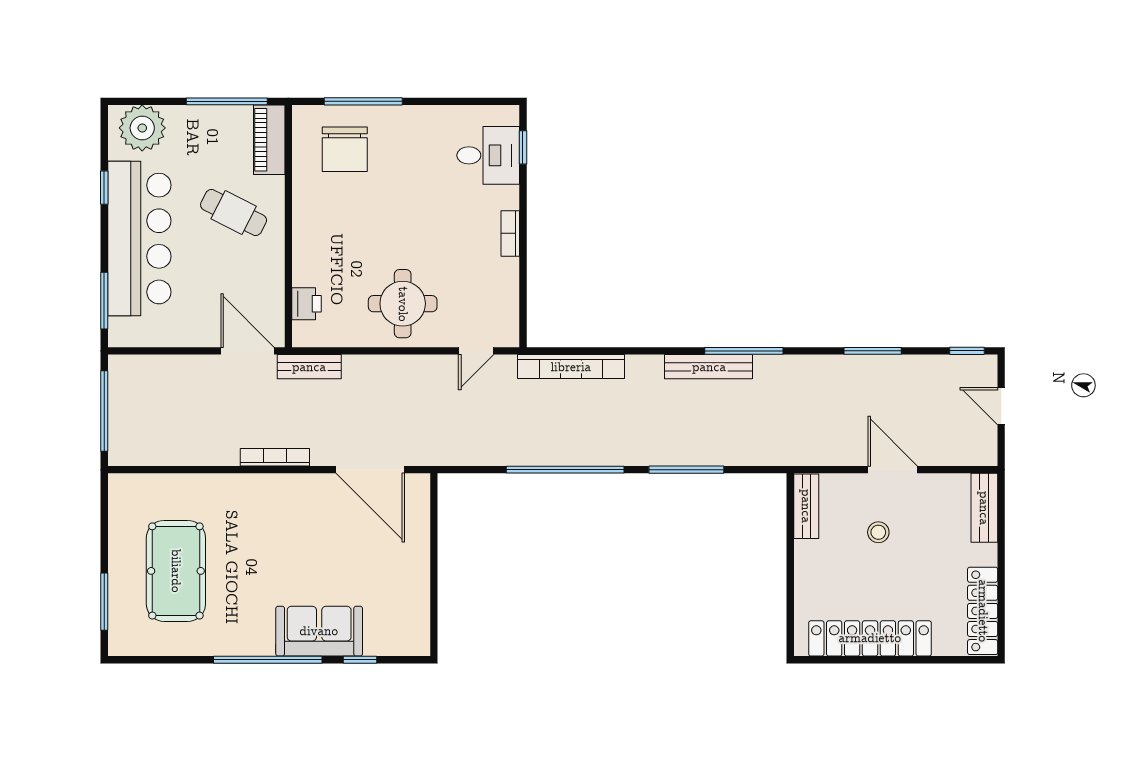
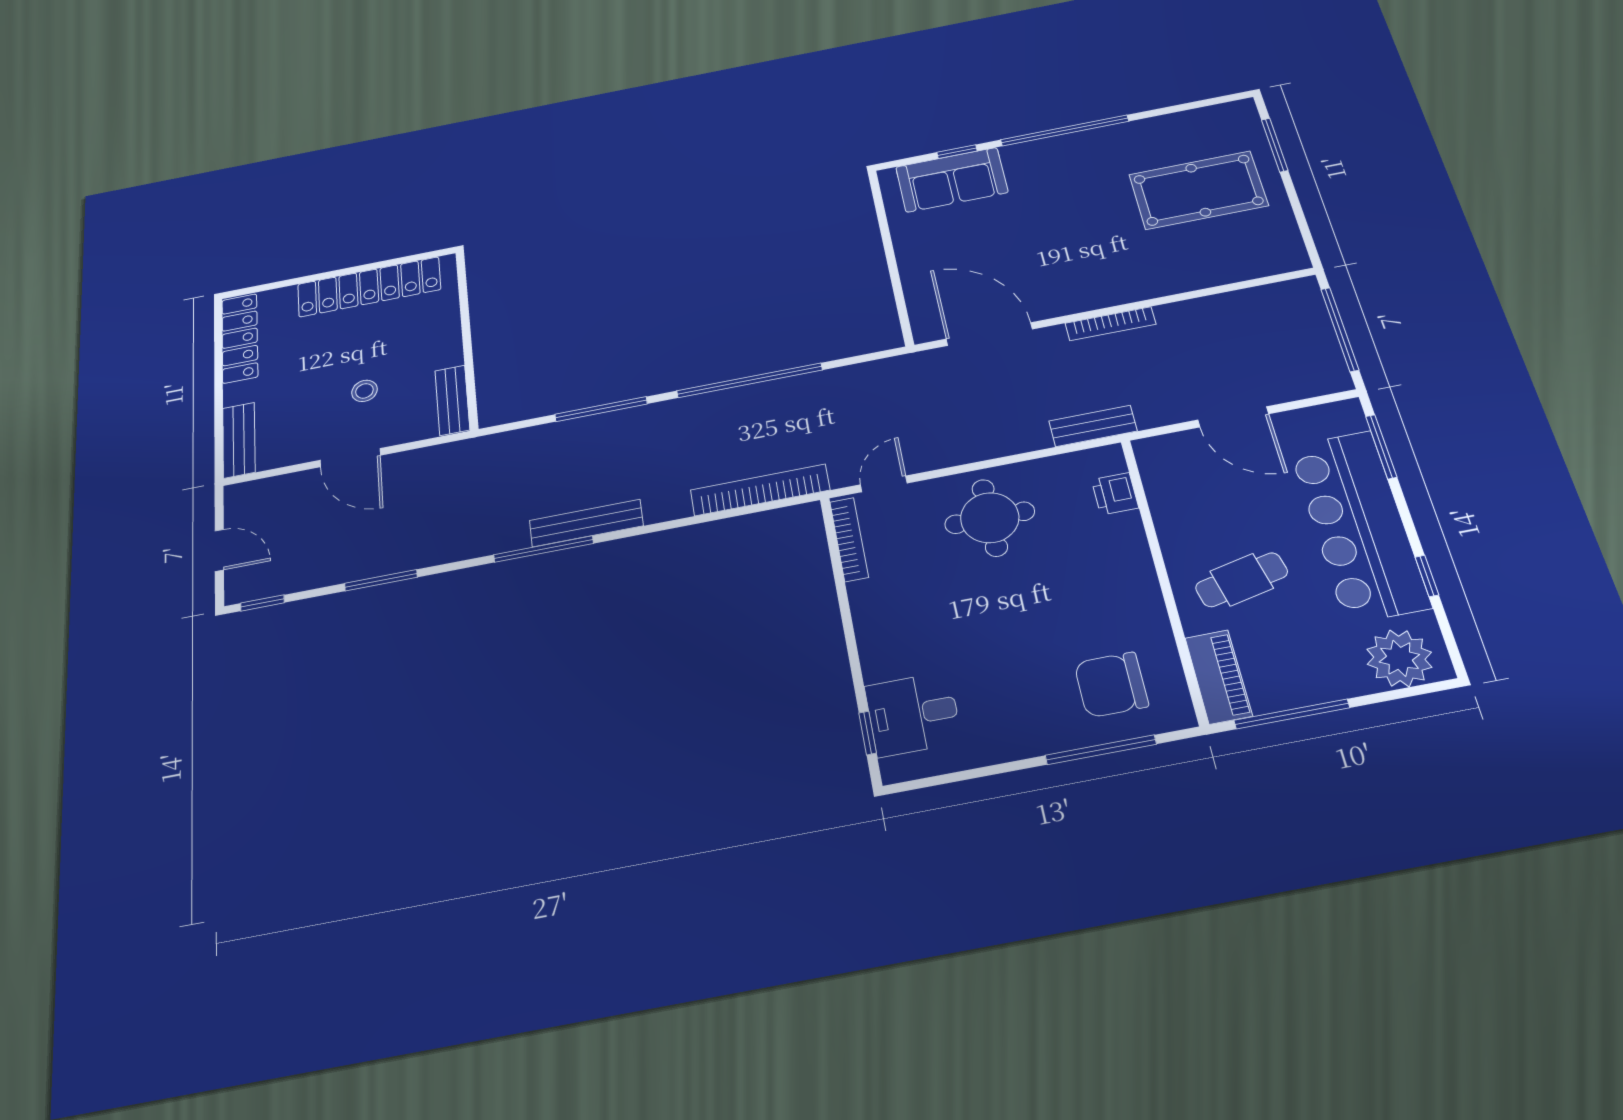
chair: (345, 149) -> (1111, 685), turned -90
cafe table: (234, 213) -> (1242, 580), turned -40
bookcase: (510, 233) -> (849, 539), moved, width x1.56
door: (247, 351) -> (1233, 417), moved
pool table: (176, 571) -> (1198, 190), turned 90
sofa: (319, 631) -> (952, 180), moved

